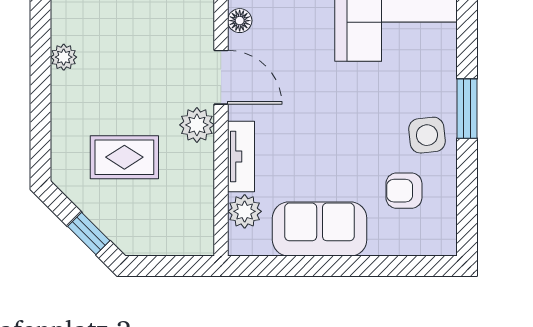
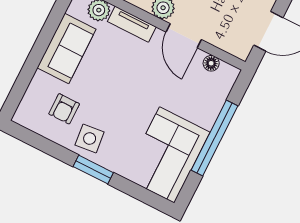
door: (221, 77) -> (184, 36), hinge flipped
armchair: (404, 191) -> (64, 109), turned 180

